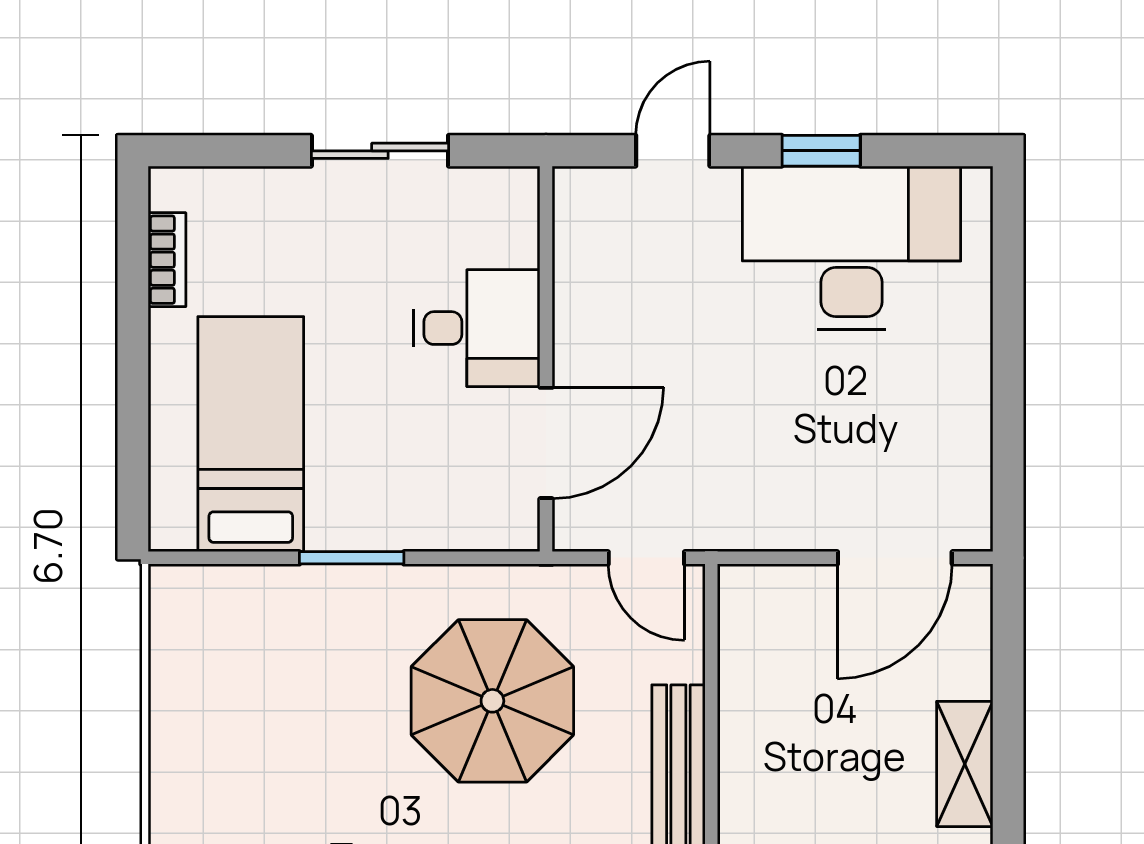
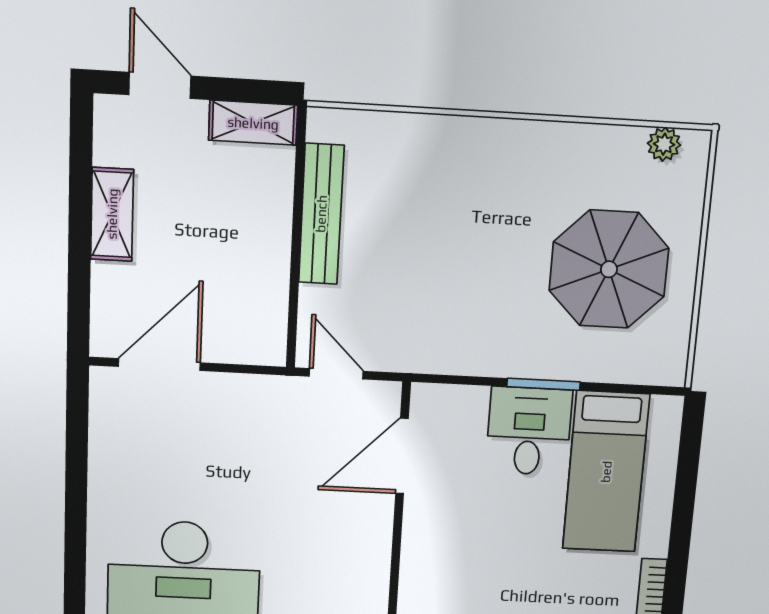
desk: (477, 328) -> (529, 431), moved, turned 90
parasol: (492, 701) -> (609, 269), moved

